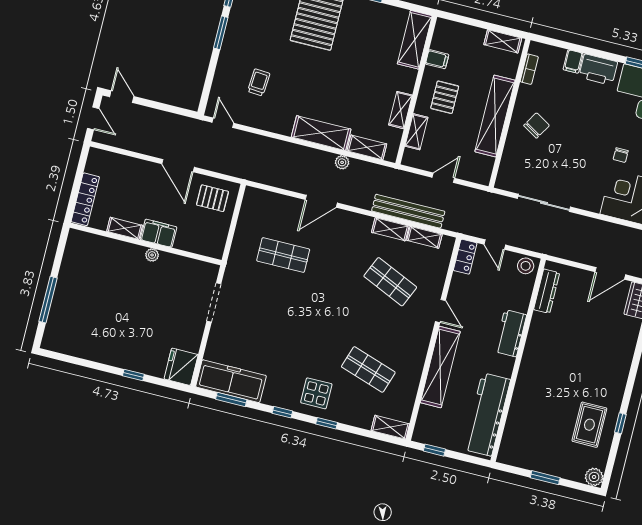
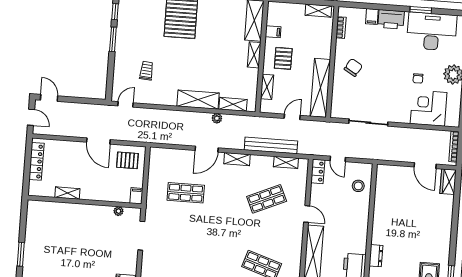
shelving: (400, 110) -> (254, 55), moved
shelving: (495, 116) -> (320, 88), moved
door: (223, 123) -> (126, 104), hinge flipped
locker: (85, 199) -> (36, 161), moved
shelving: (390, 229) -> (237, 159), moved
filing cabinet: (159, 233) -> (136, 196), moved, width x0.50
plant: (152, 255) -> (118, 211), moved
stool: (526, 266) -> (358, 186), moved
door: (610, 273) -> (425, 166), hinge flipped
shop shelf: (390, 282) -> (267, 199), turned -48
dresser: (547, 291) -> (376, 256), moved, width x0.70
window: (48, 300) -> (21, 254), width x0.69
workbench: (510, 333) -> (360, 221), removed

